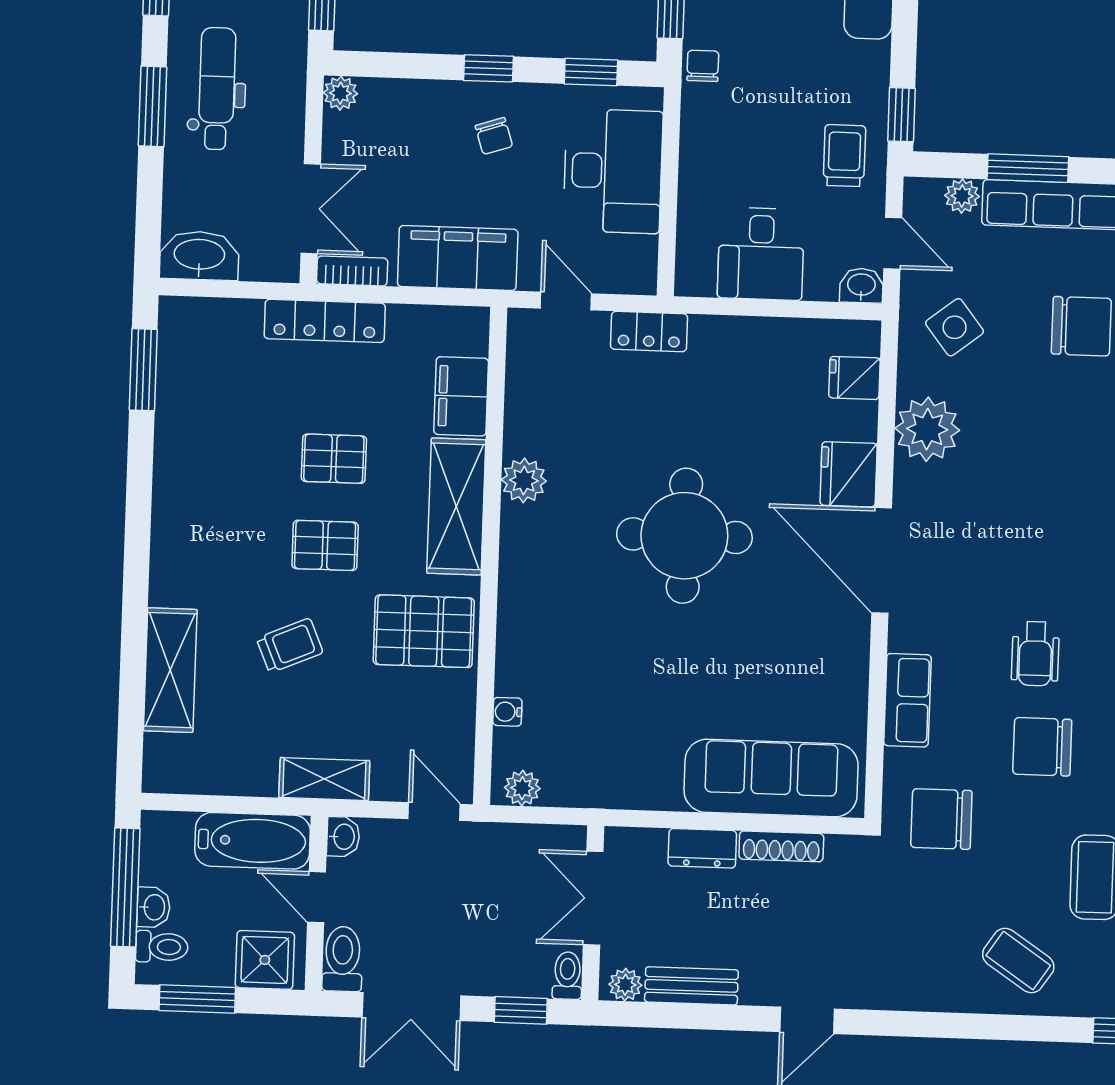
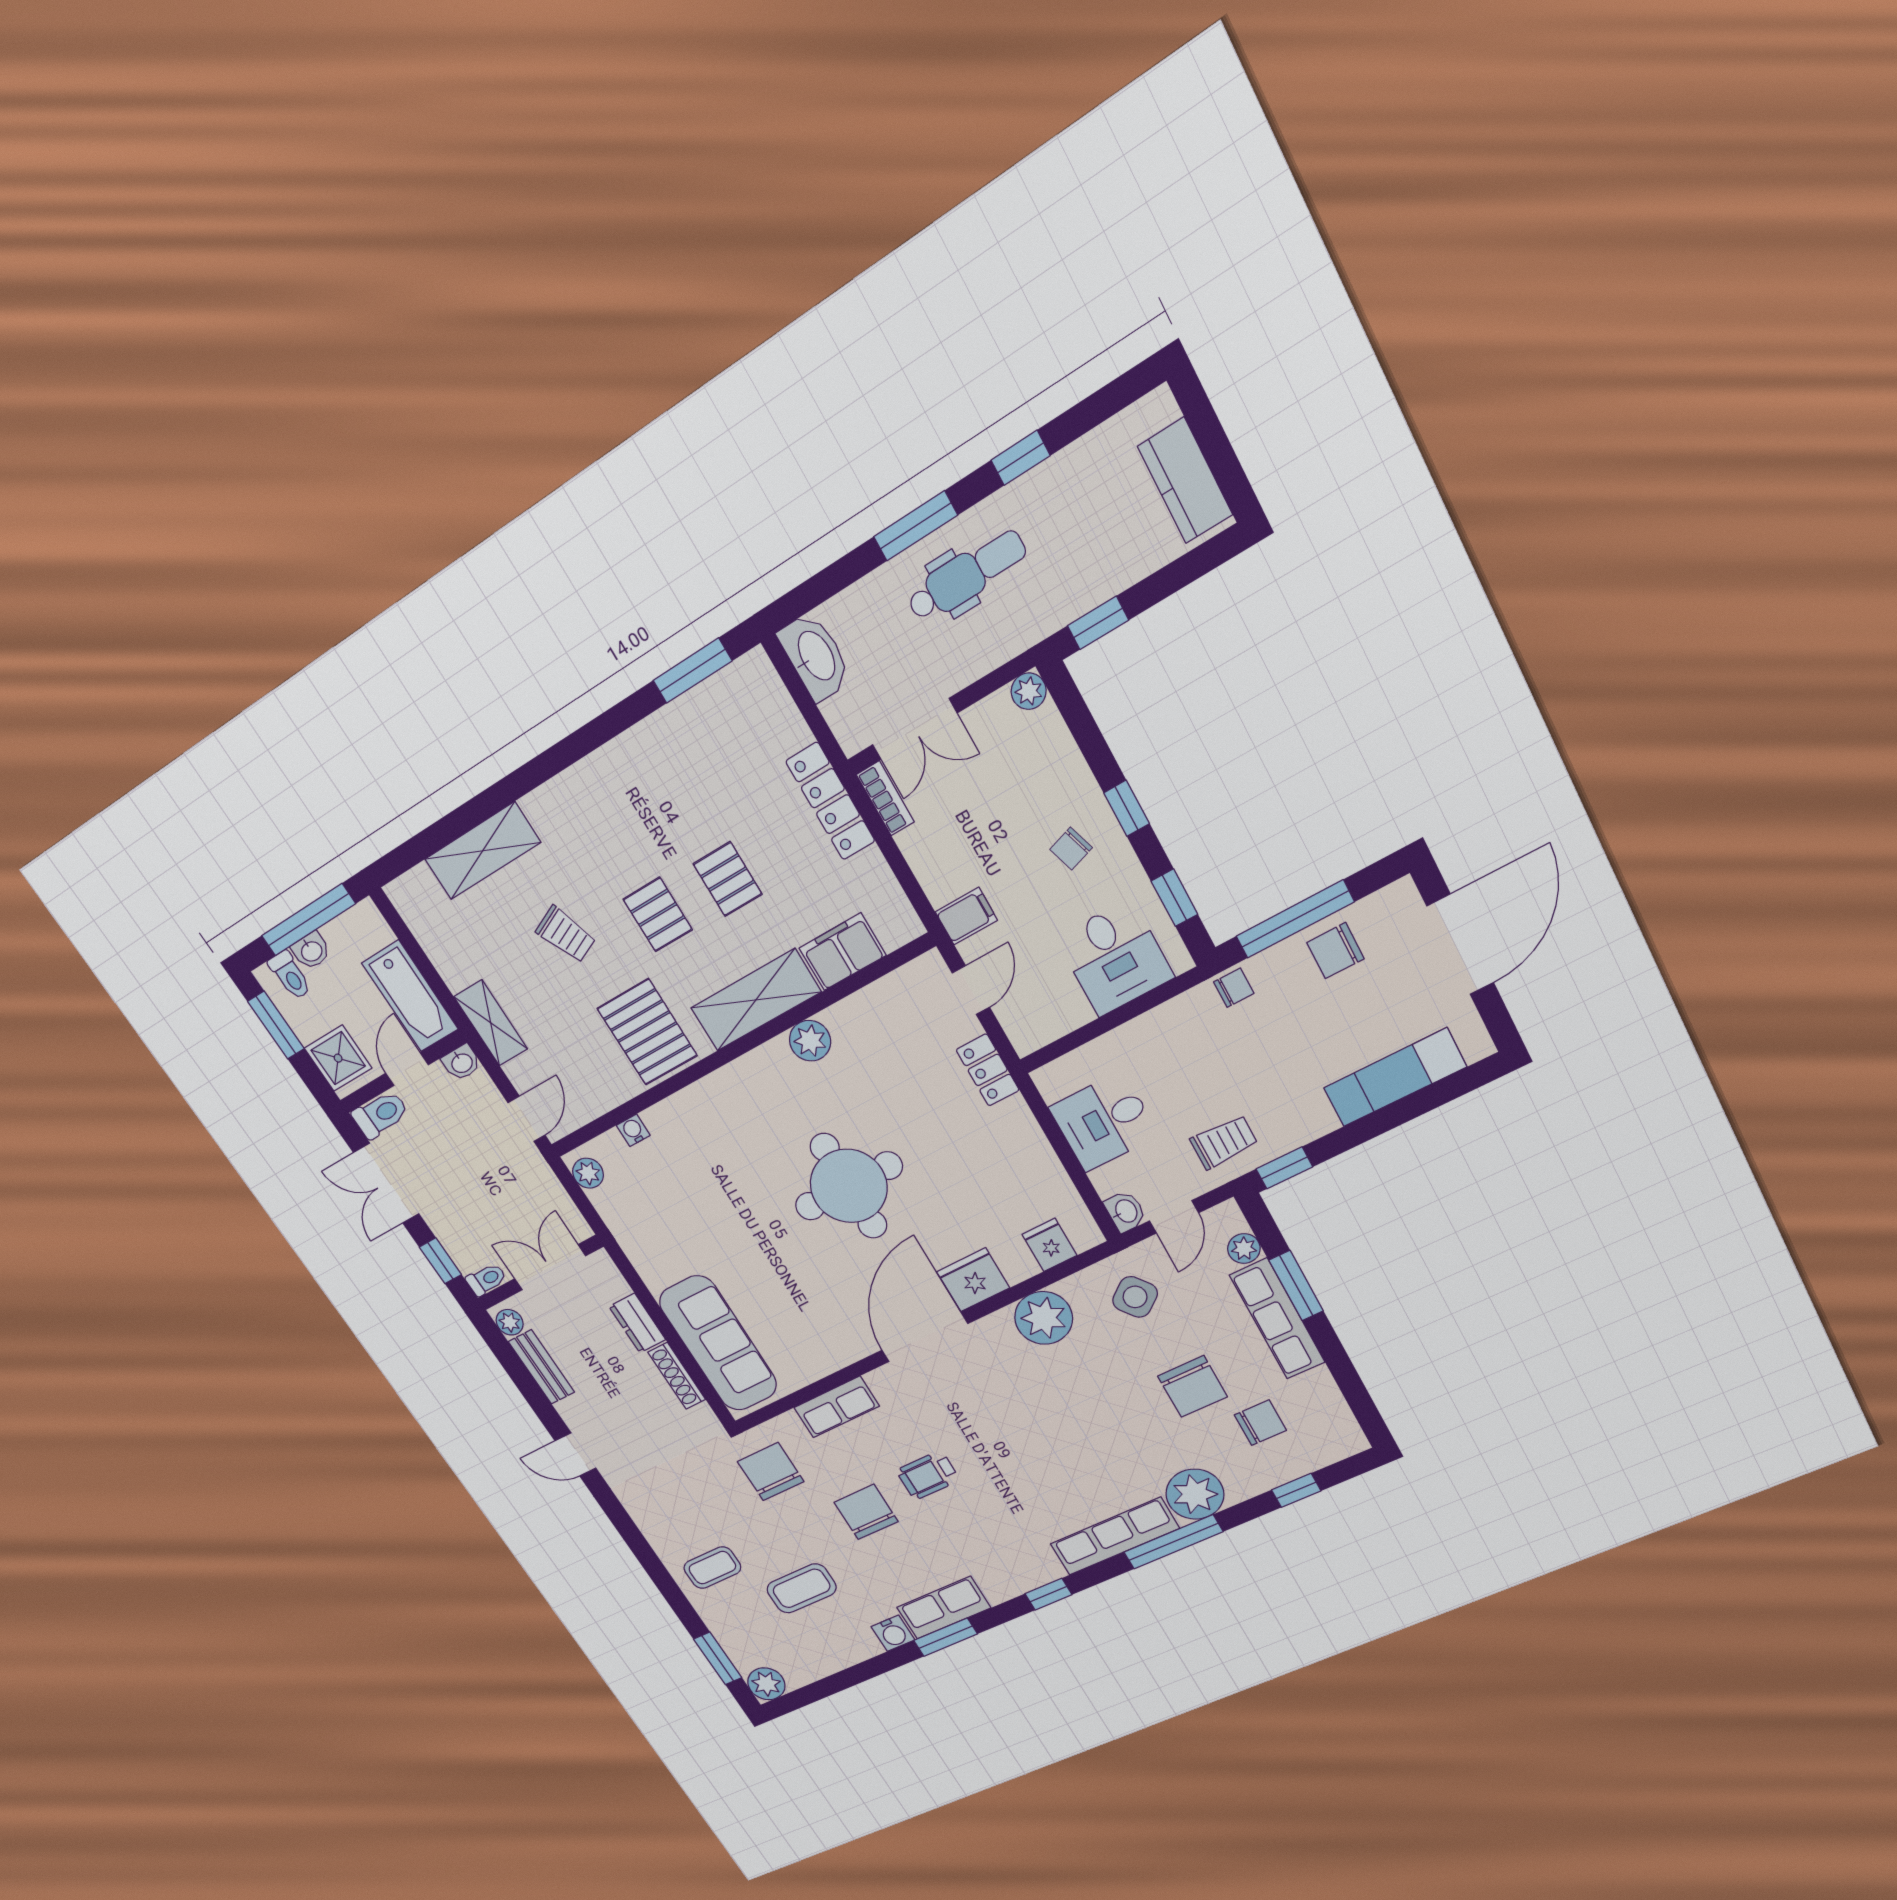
desk: (613, 171) -> (1115, 958), width x0.73
filing cabinet: (458, 258) -> (966, 916), width x0.33, depth x0.86
coffee table: (1018, 961) -> (712, 1568), turned 56

